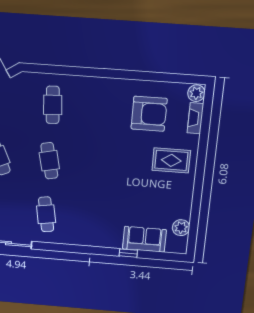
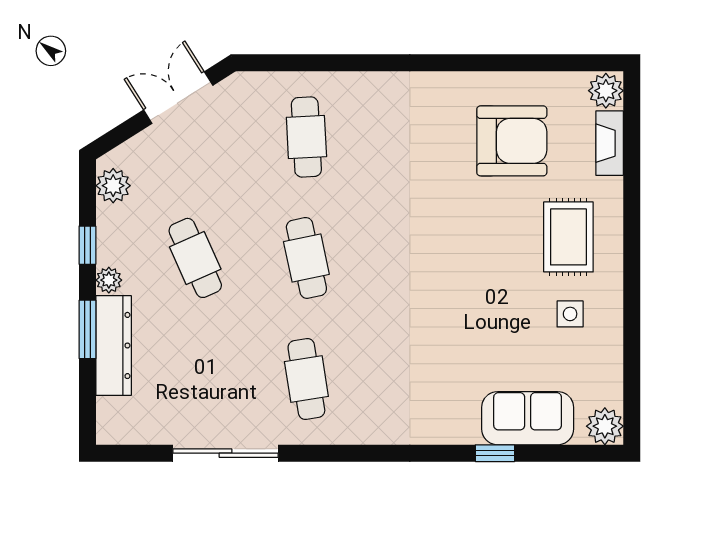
rug: (171, 160) -> (568, 237), turned 90
side table: (168, 195) -> (570, 314), added
plant: (181, 228) -> (605, 426), moved

